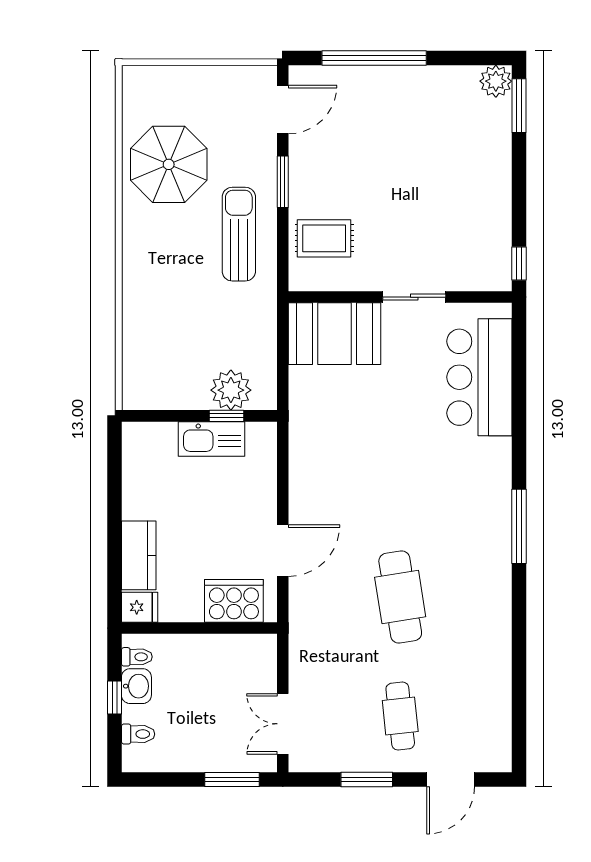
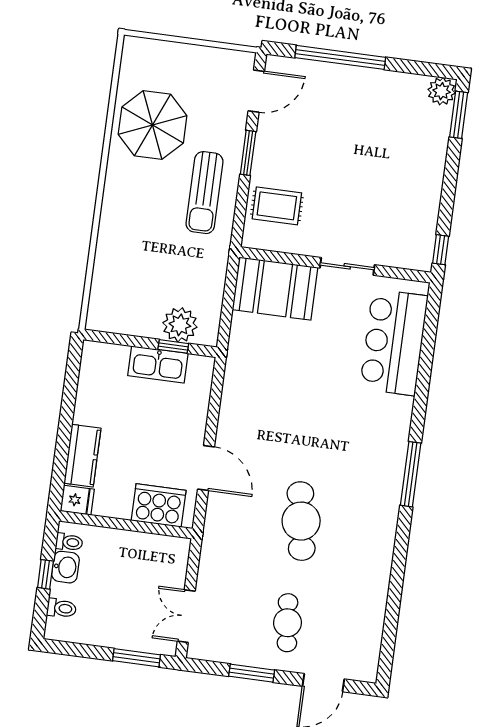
sun lounger: (239, 234) -> (205, 193), turned 180
door: (283, 551) -> (206, 468), hinge flipped

